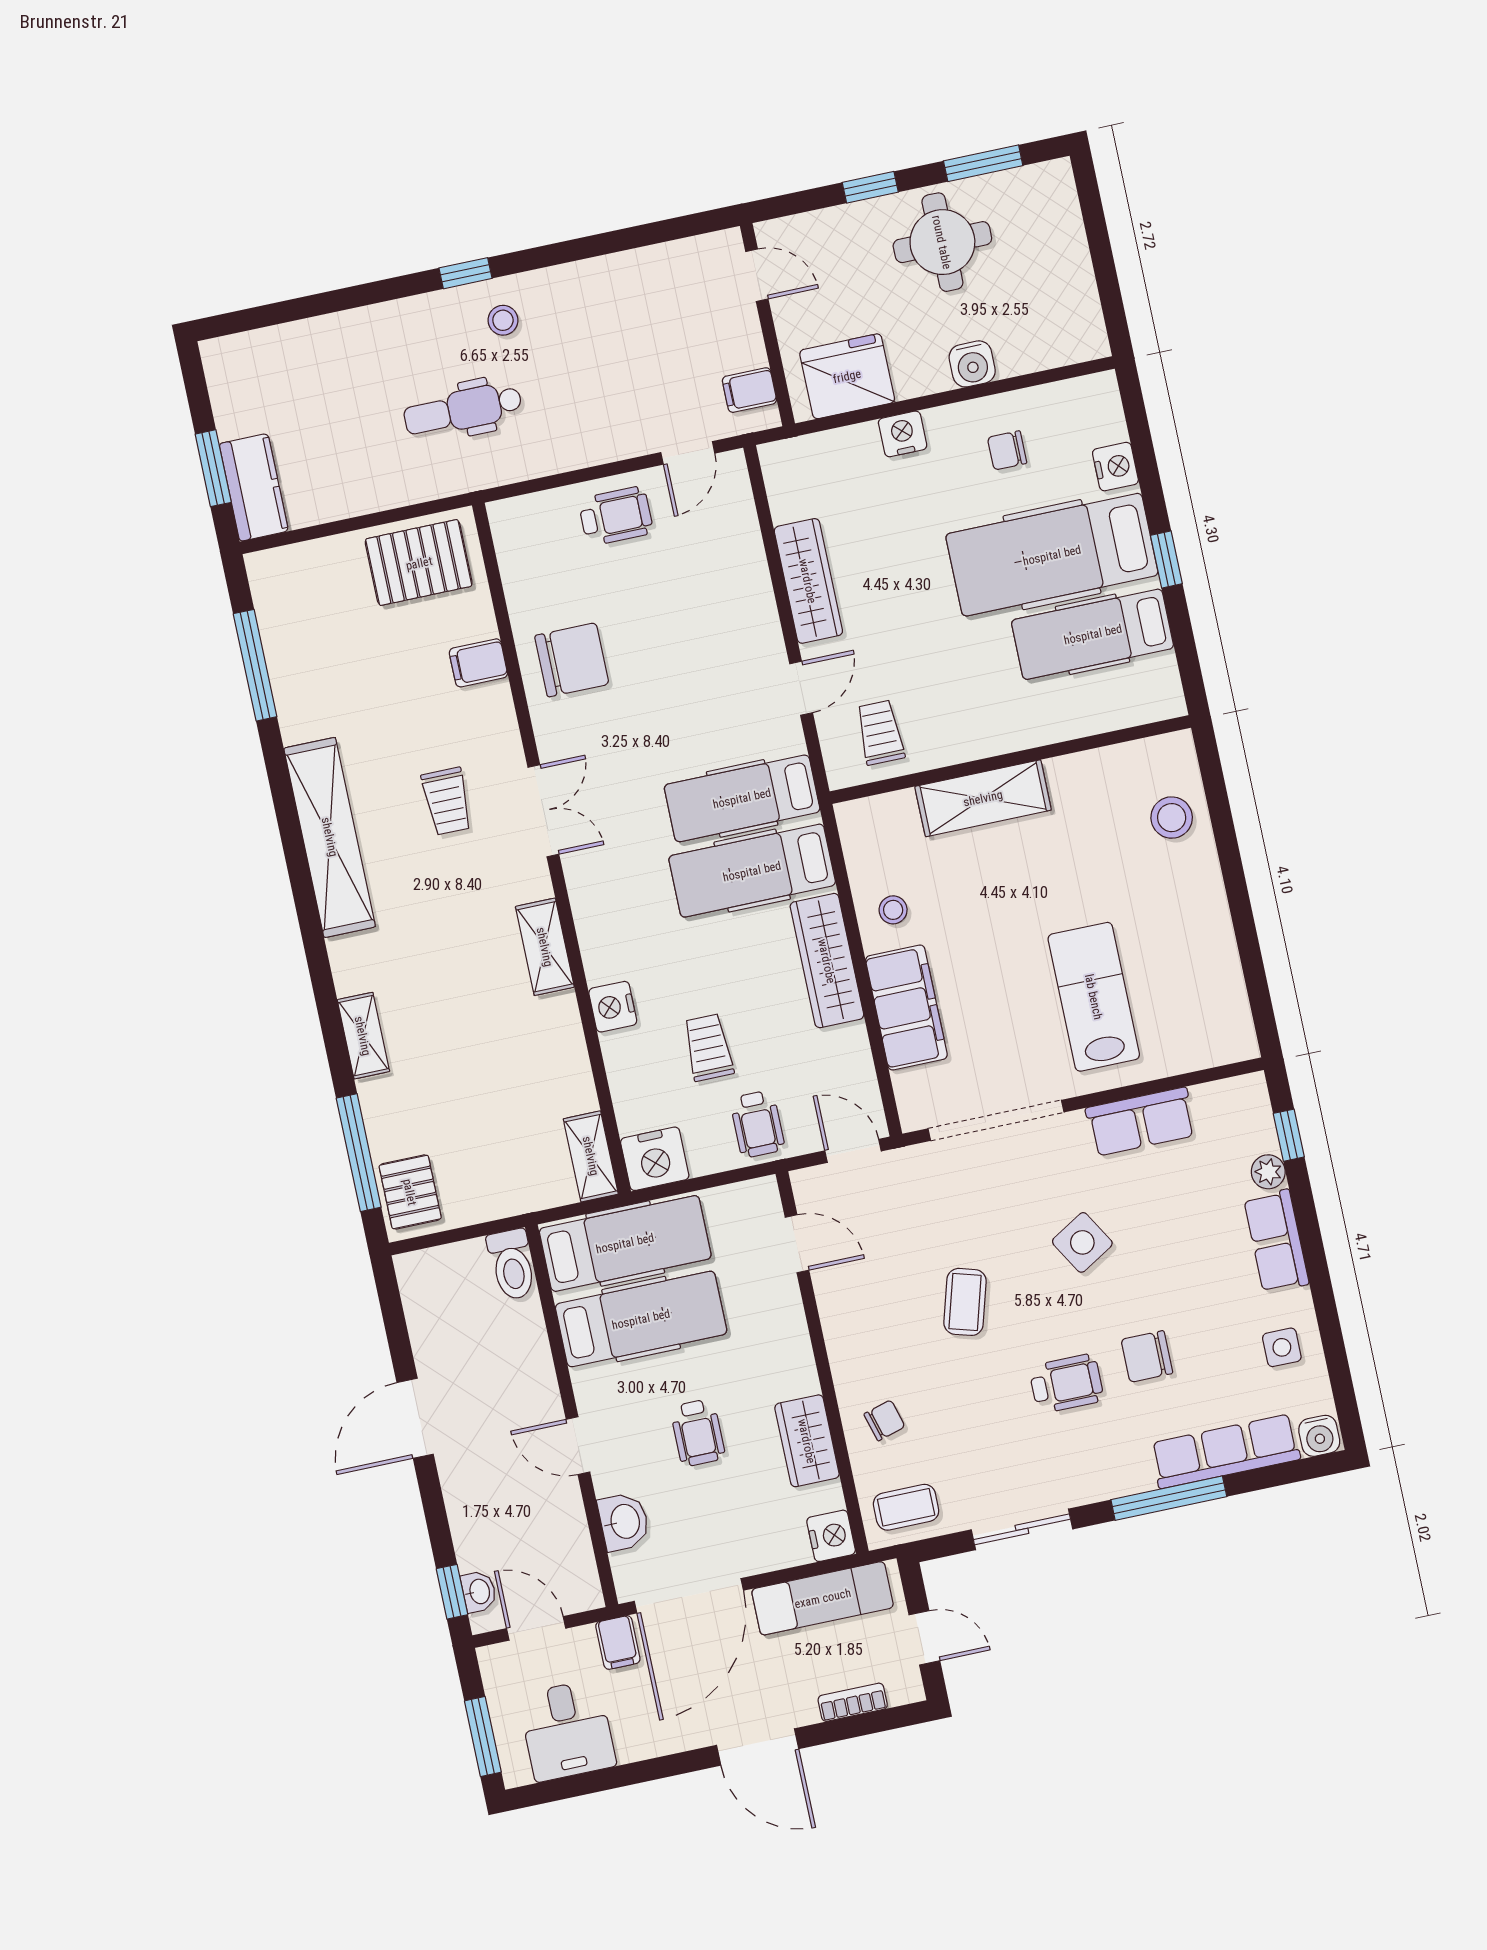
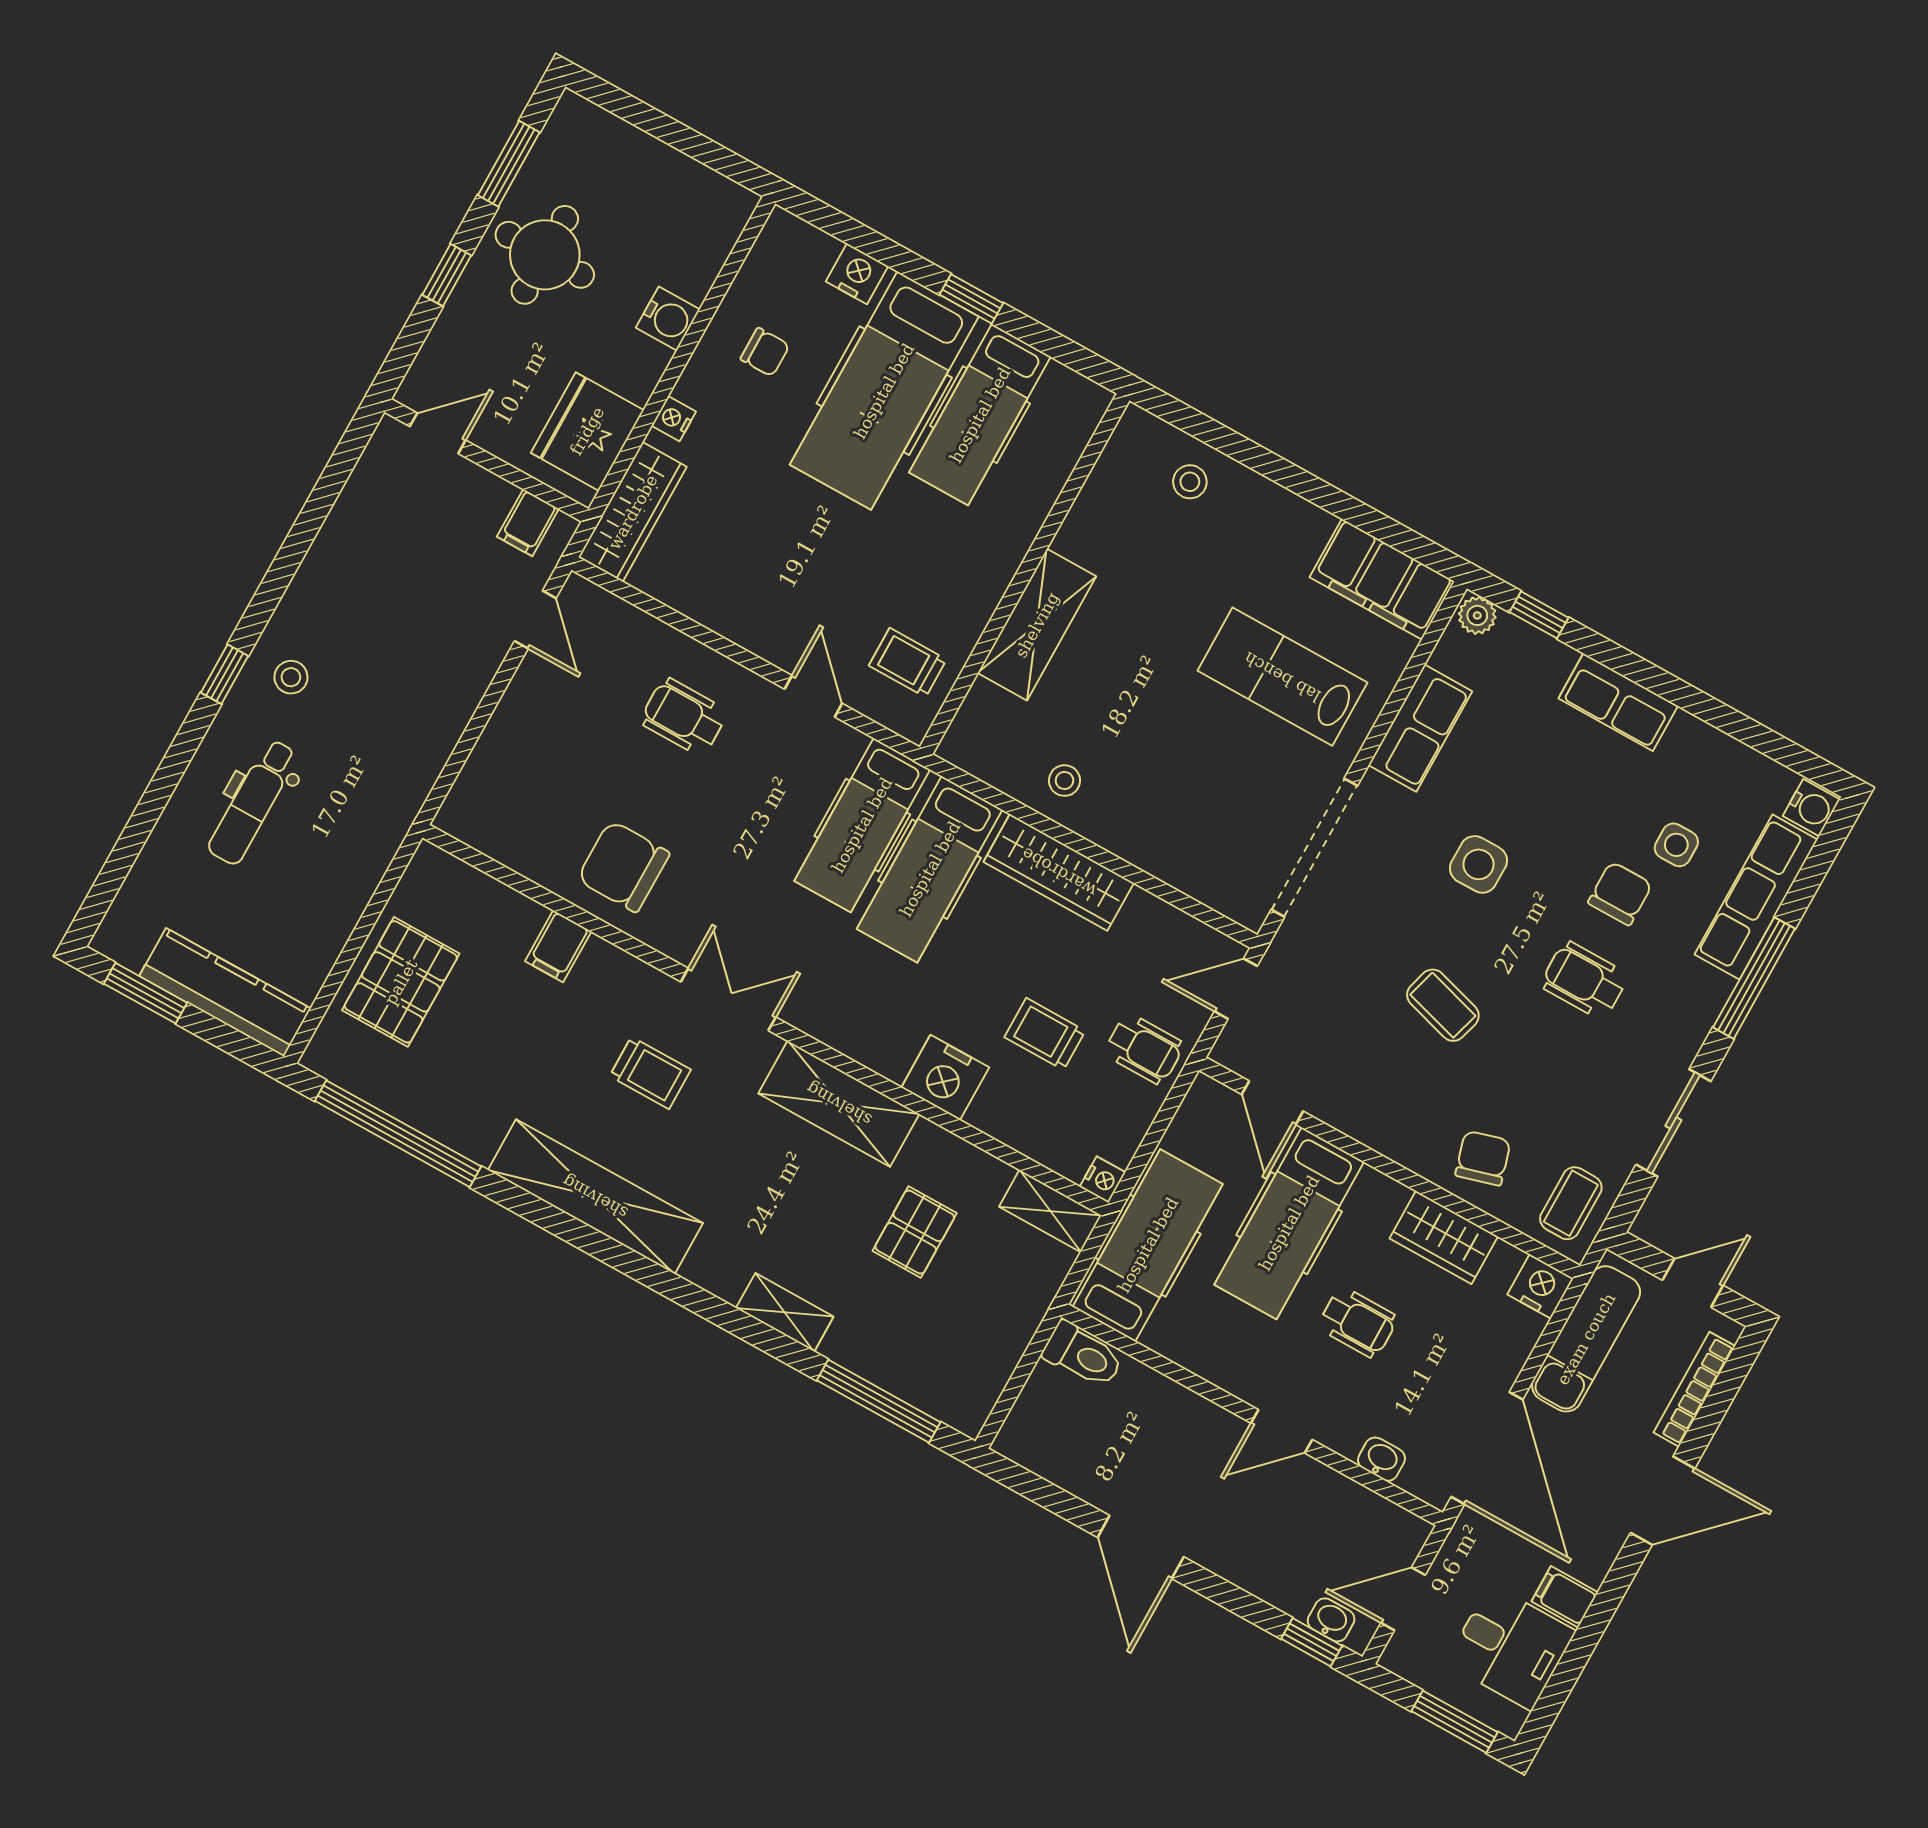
dental chair: (463, 410) -> (253, 802), moved
nightstand: (903, 434) -> (674, 419), width x0.72, depth x0.74
chair: (1007, 450) -> (765, 352), turned -90
window: (213, 468) -> (146, 993), moved
kitchen counter: (254, 487) -> (225, 992), width x1.50
wheelchair: (616, 516) -> (684, 717), moved, turned -90
pallet: (419, 563) -> (401, 982), moved
wardrobe: (808, 581) -> (633, 512), moved, turned 90
chair: (572, 660) -> (623, 866), turned -90
window: (255, 665) -> (398, 1134), width x1.46
stool: (1172, 818) -> (1190, 482), width x0.73, depth x0.73
shelving: (545, 947) -> (839, 1104), width x1.50, depth x1.33
nightstand: (613, 1007) -> (945, 1077), width x1.36, depth x1.33
filing cabinet: (906, 1007) -> (1382, 579), moved, turned 180
nightstand: (655, 1159) -> (1103, 1179), width x0.53, depth x0.56
plant: (1268, 1172) -> (1477, 615), moved
pallet: (410, 1192) -> (915, 1232), moved, turned 90
side table: (1082, 1242) -> (1478, 864), turned 31
door: (797, 1244) -> (1272, 1103), swing flipped
hospital bed: (641, 1319) -> (1289, 1223), moved, turned 180
side table: (1282, 1347) -> (1676, 845), moved
chair: (1147, 1356) -> (1620, 893), turned 180
wheelchair: (1066, 1384) -> (1584, 980), turned -90
chair: (884, 1420) -> (1483, 1158), width x1.37, depth x1.37
washbasin: (624, 1522) -> (1382, 1459), width x0.72, depth x0.69
filing cabinet: (618, 1642) -> (1565, 1597), moved, turned 180
bookcase: (853, 1702) -> (1694, 1389), width x1.56

